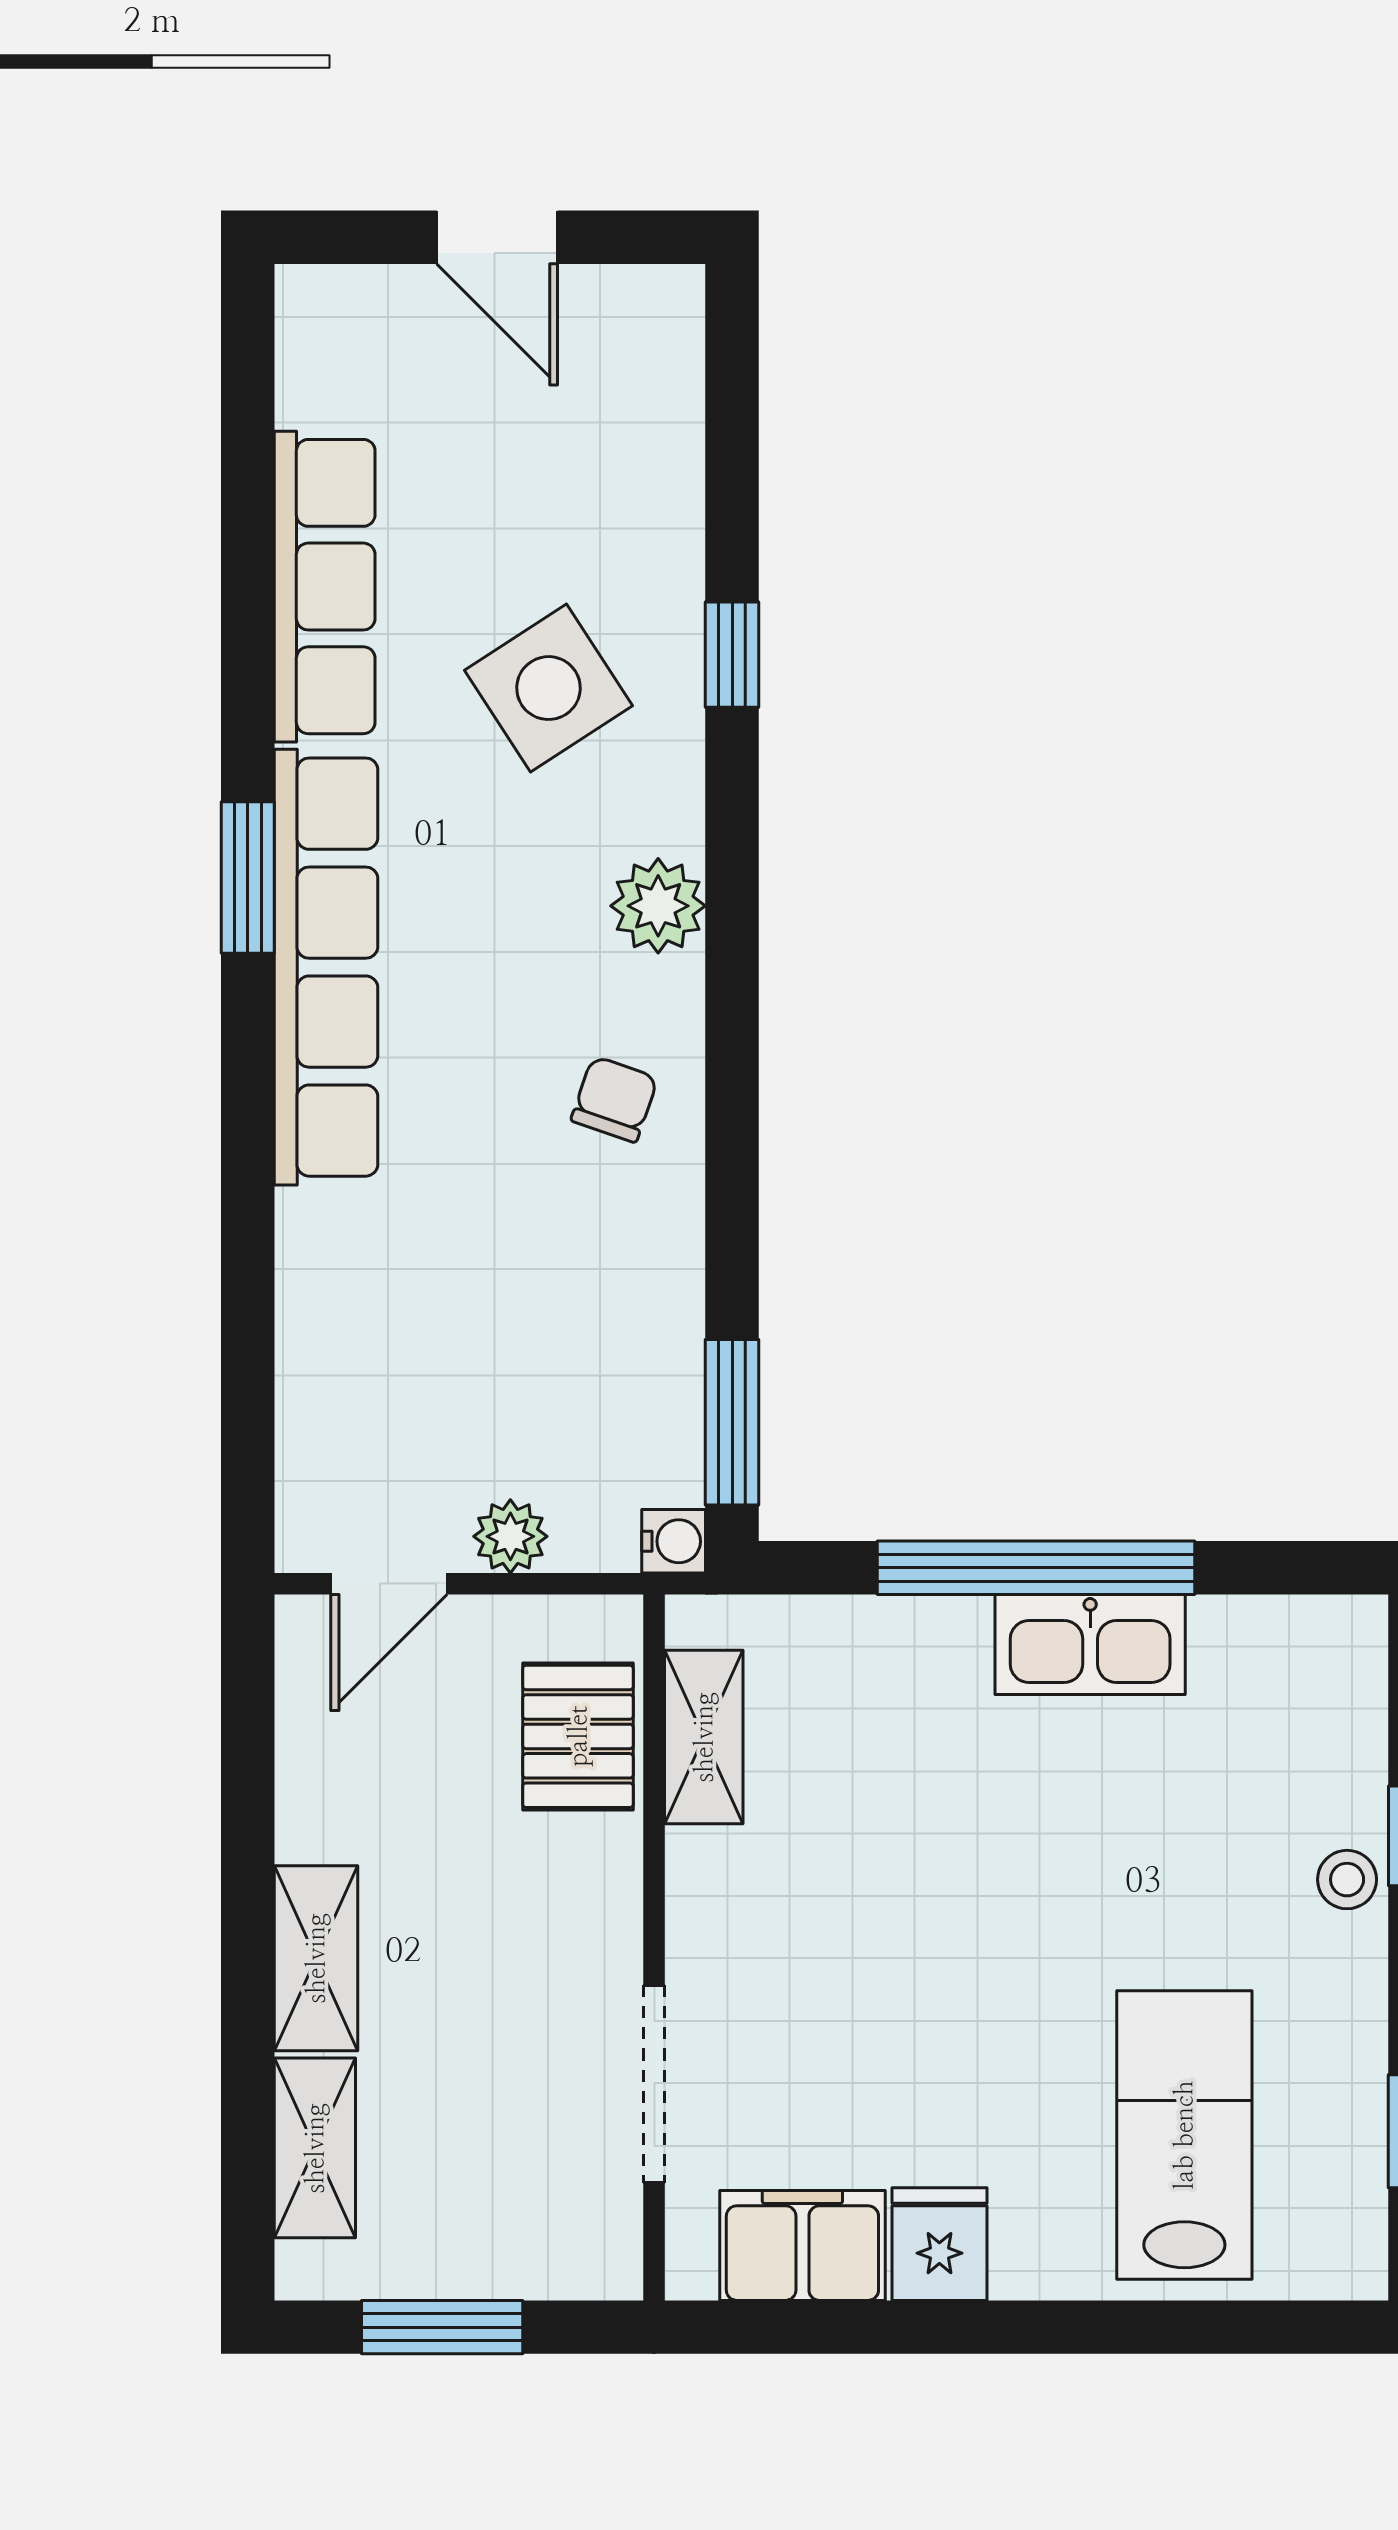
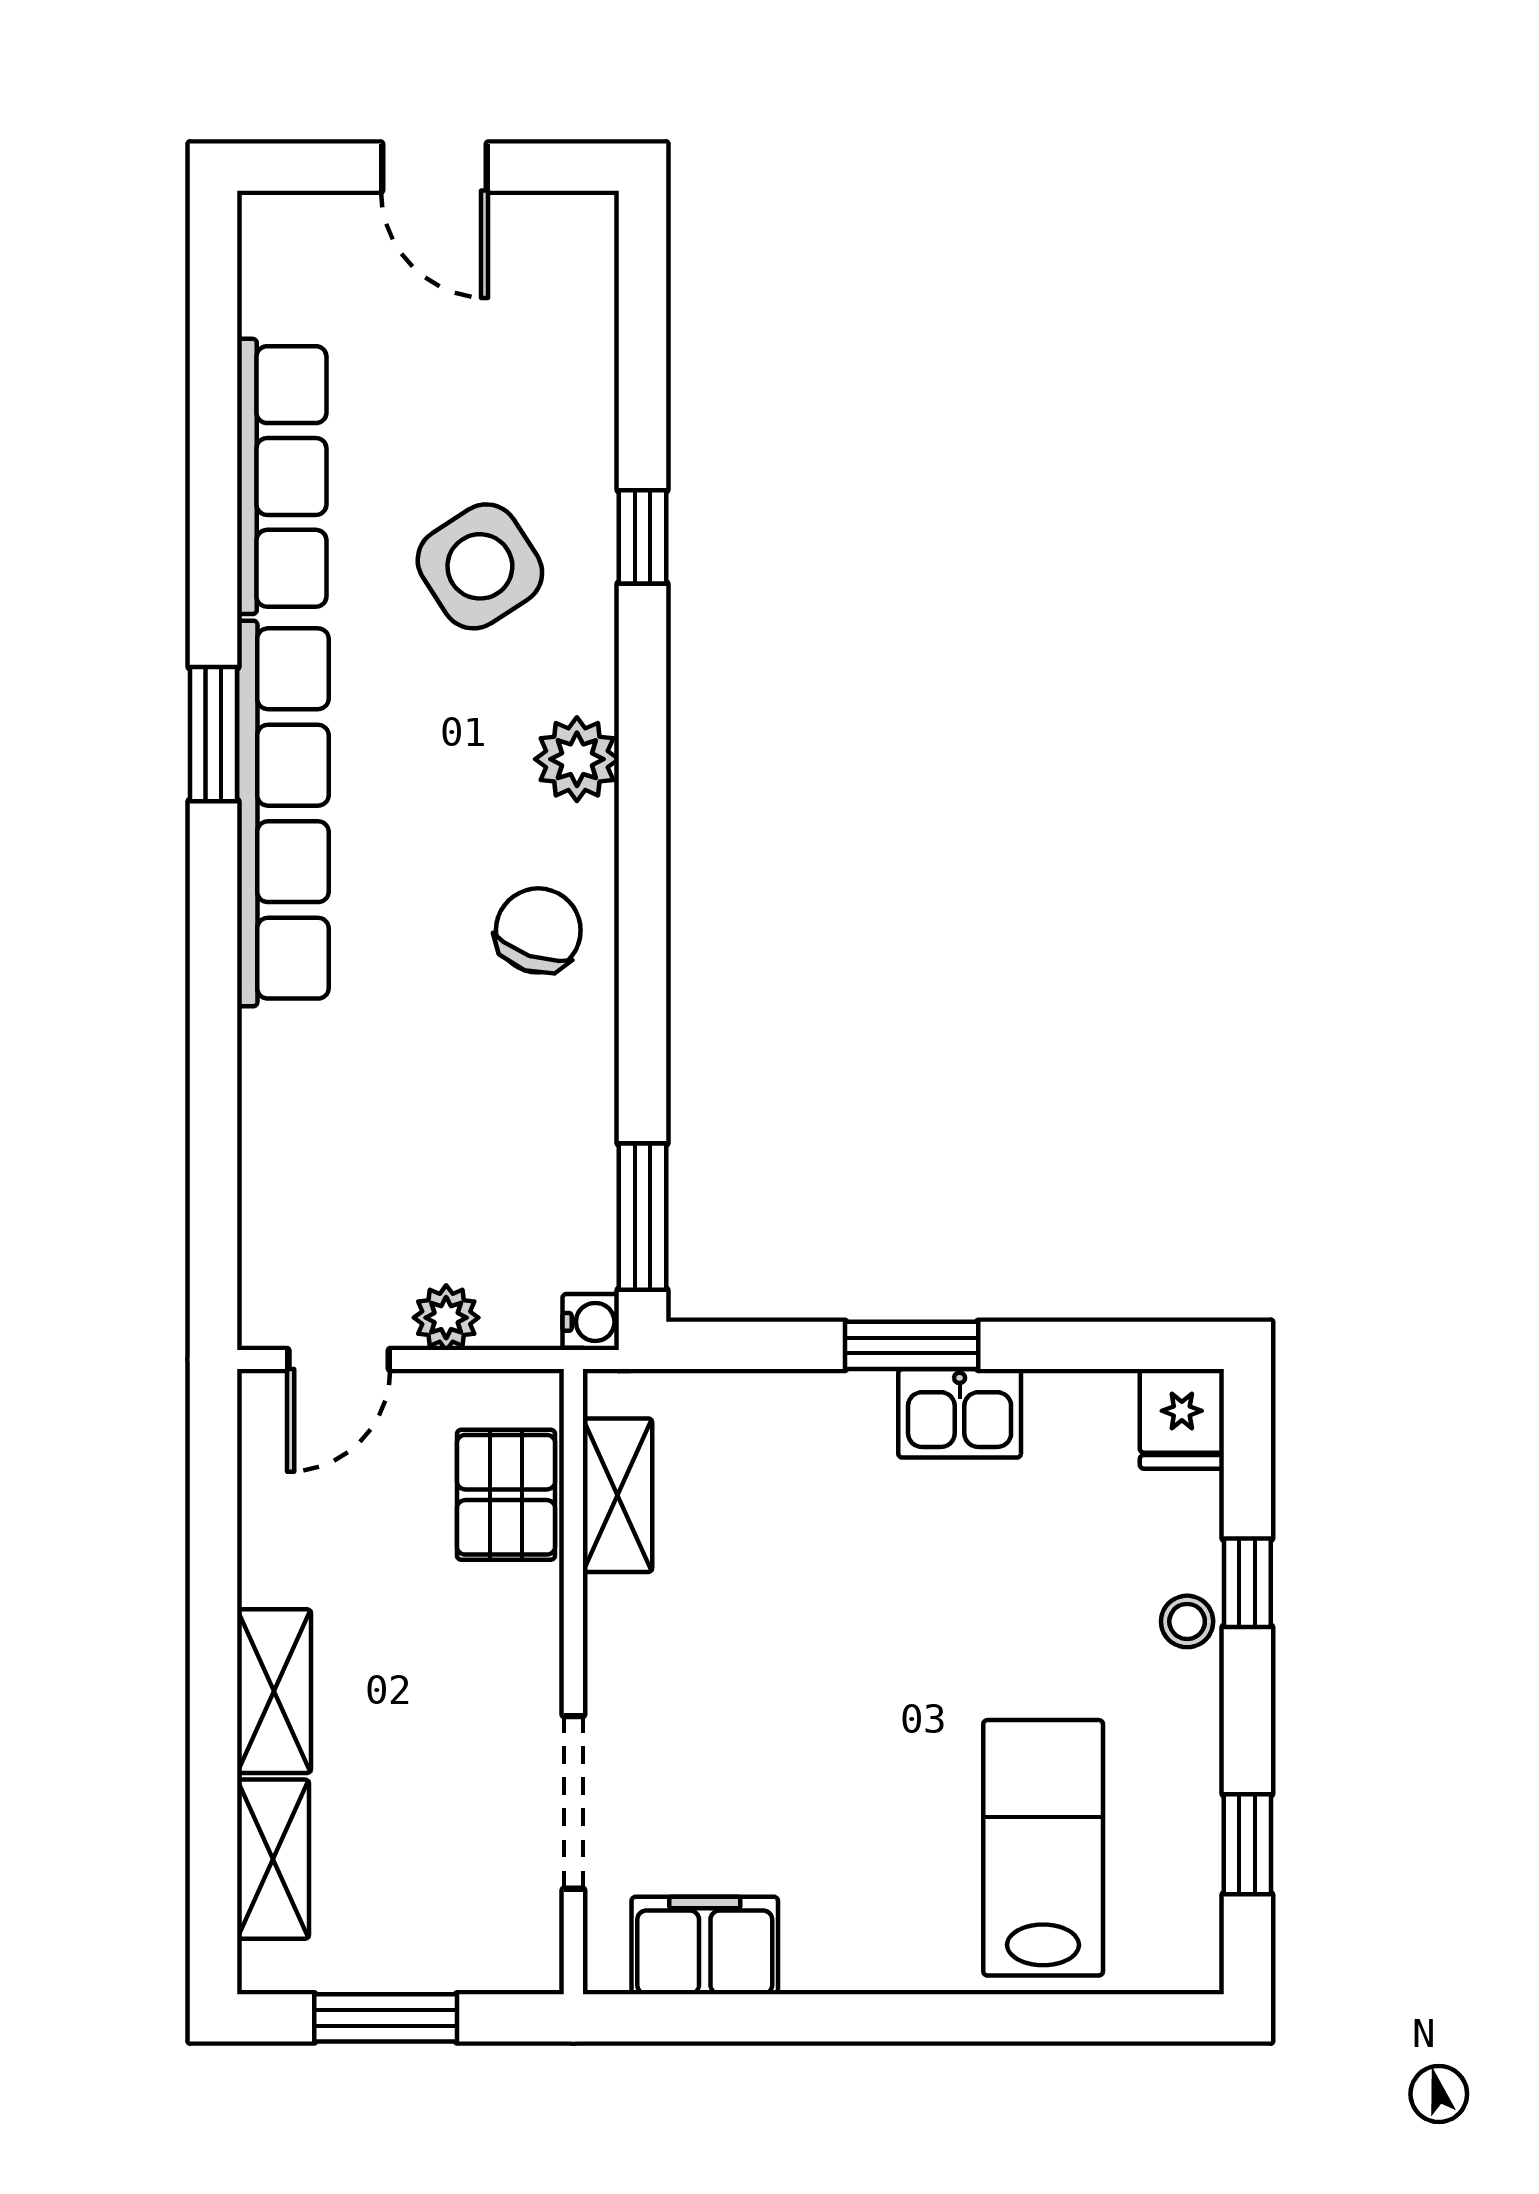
chair: (614, 1099) -> (538, 930), width x1.37, depth x1.37
window: (1036, 1568) -> (912, 1345), width x0.47
kitchen sink: (1090, 1645) -> (960, 1413), width x0.73
fridge: (939, 2244) -> (1182, 1419), moved, turned 180

